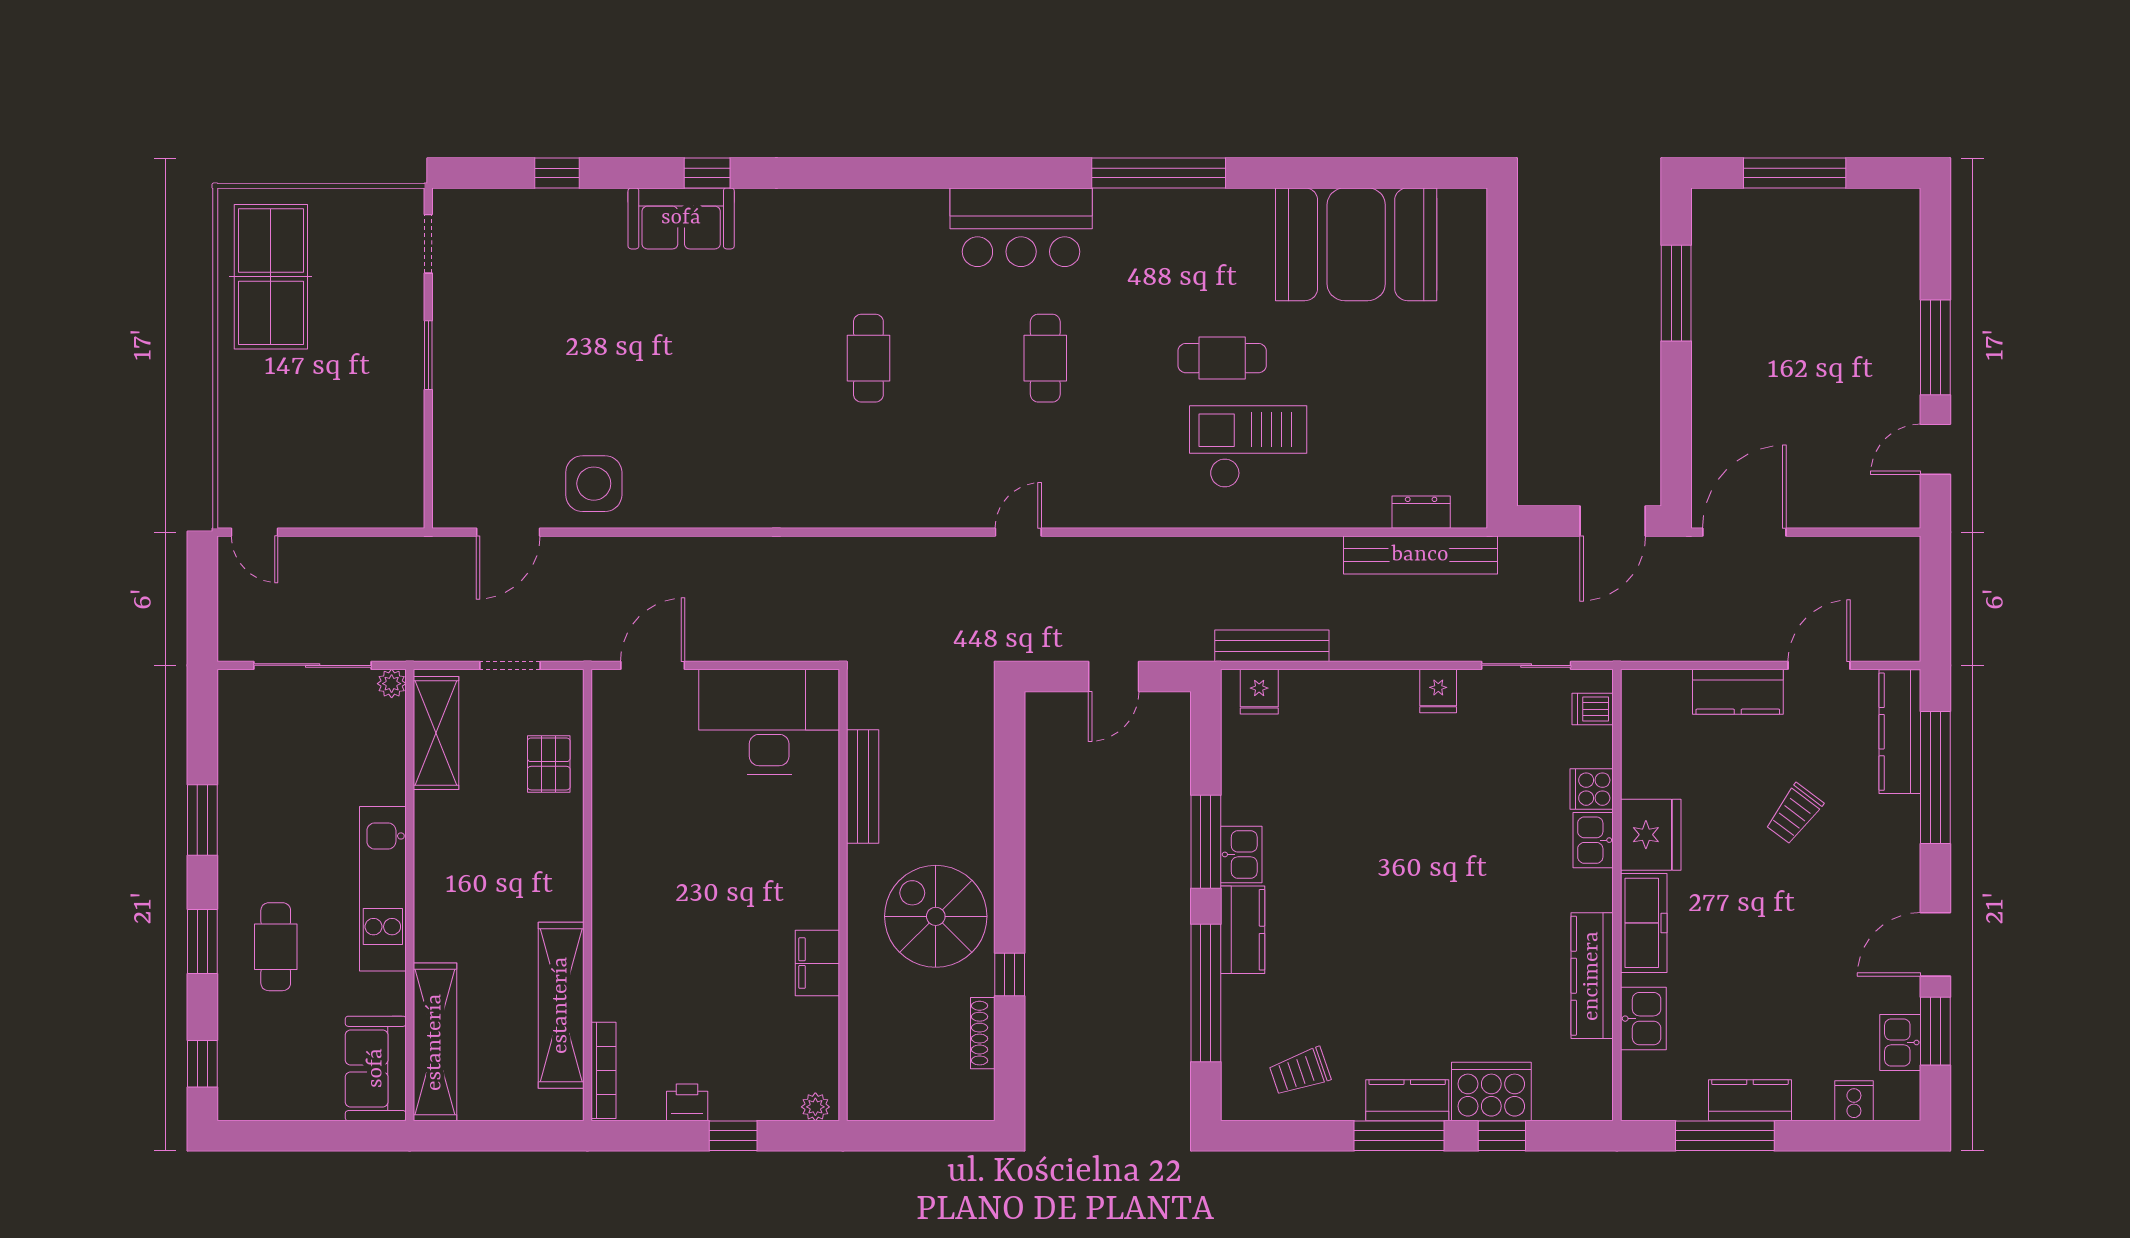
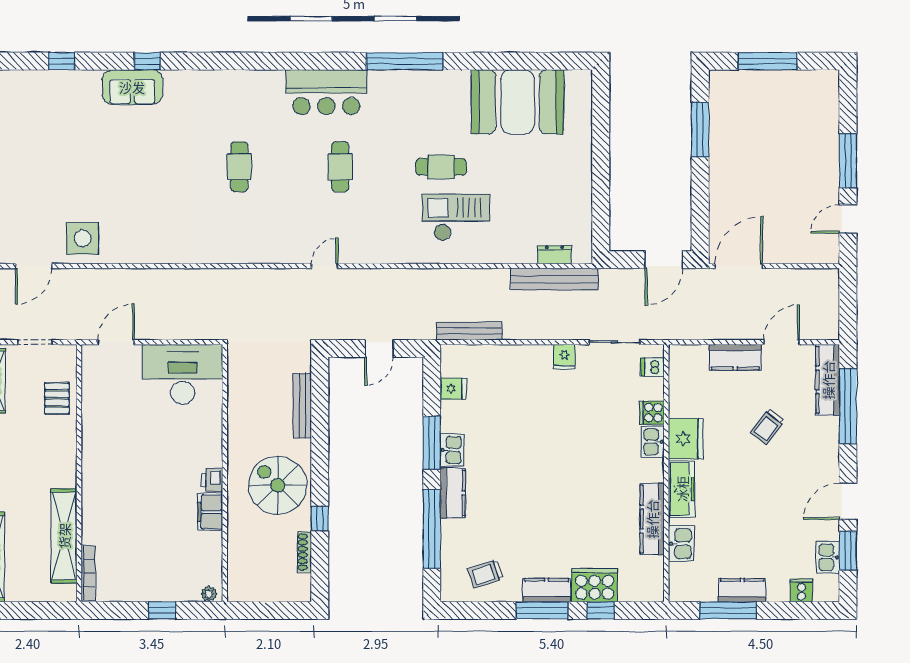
fridge: (1259, 692) -> (453, 389), moved, turned -90
bench: (863, 787) -> (302, 406), moved
printer: (687, 1102) -> (212, 480), moved, turned -90

